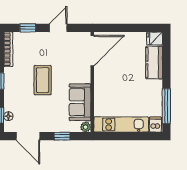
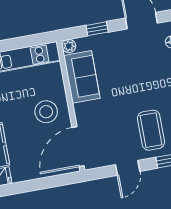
coffee table: (43, 80) -> (151, 130), moved
stool: (111, 81) -> (46, 112), added

